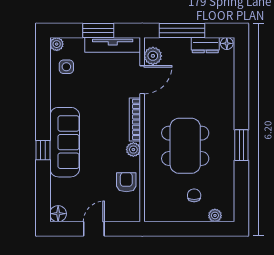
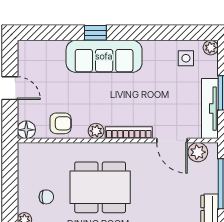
floor lamp: (58, 214) -> (26, 130), moved

